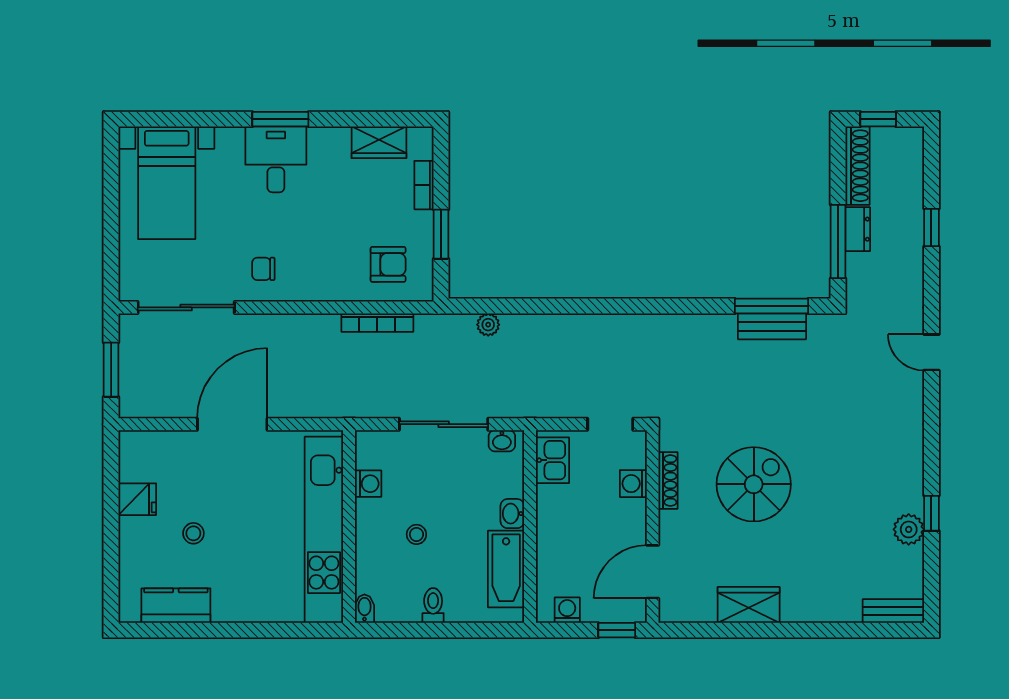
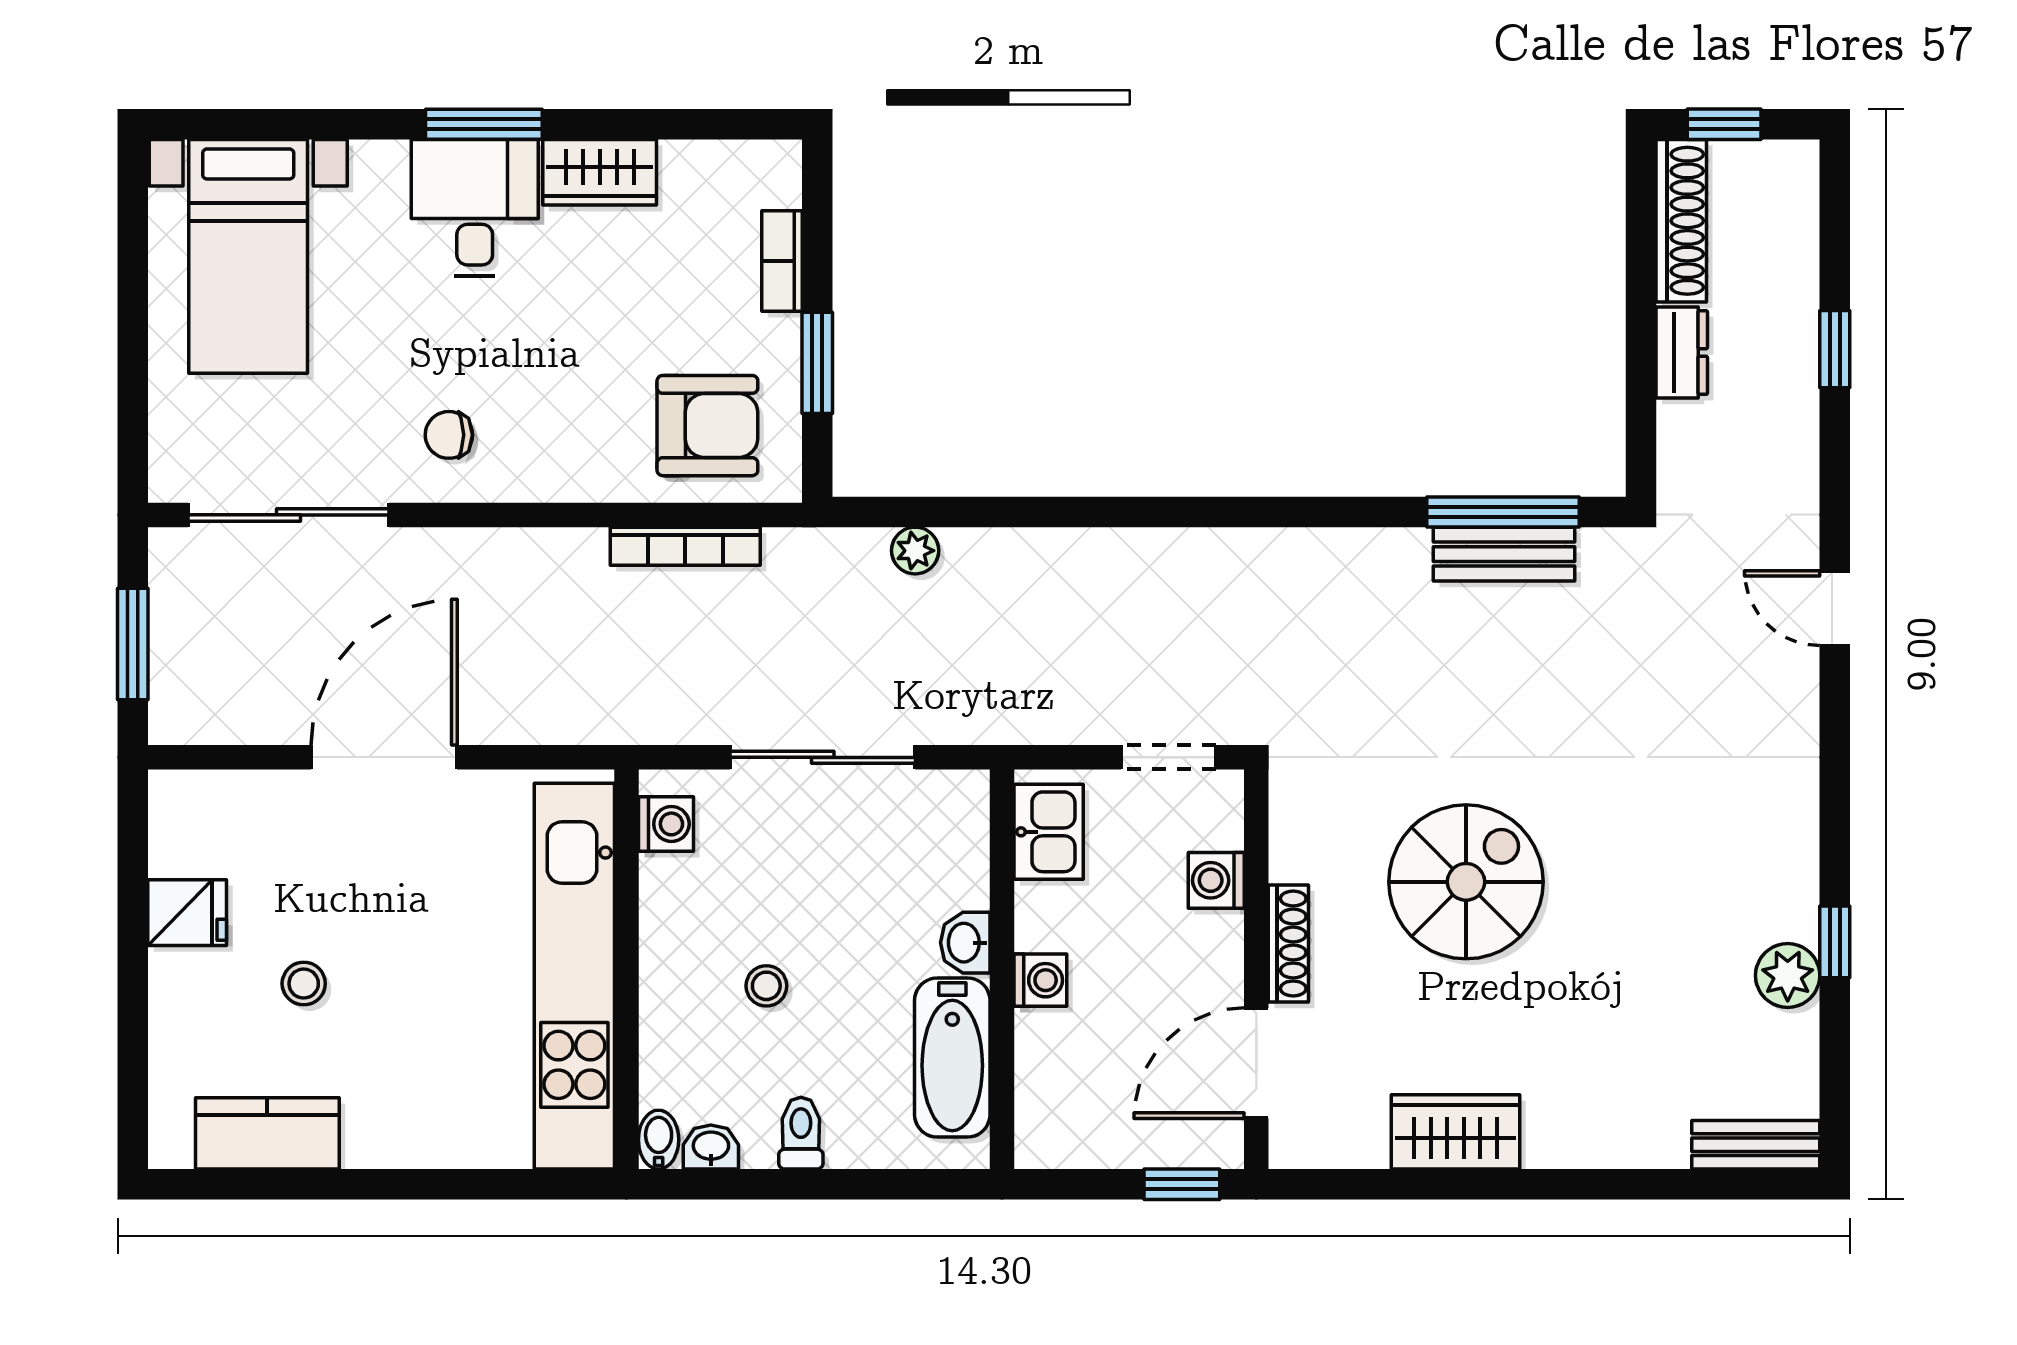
wardrobe: (379, 142) -> (600, 172), moved
window: (838, 242) -> (1641, 378), removed
armchair: (388, 264) -> (707, 426), width x1.38, depth x1.38
washbasin: (502, 441) -> (711, 1147), moved, turned 180
shoe rack: (668, 481) -> (1288, 943), moved
washing machine: (368, 484) -> (666, 824), moved
washing machine: (567, 610) -> (1040, 980), moved, turned 90

